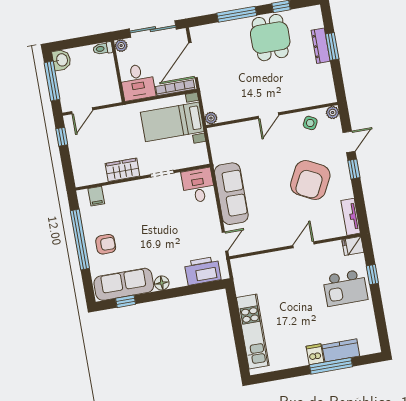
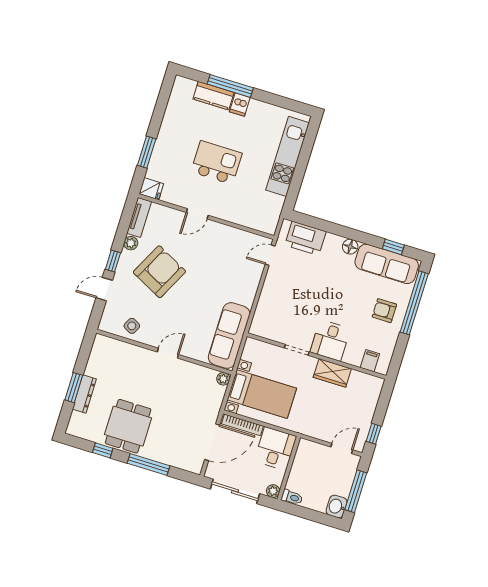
plant: (333, 112) -> (131, 243), moved
desk: (198, 185) -> (330, 340), moved
sofa: (231, 194) -> (229, 336), moved
window: (80, 240) -> (414, 303), moved
window: (372, 275) -> (147, 152), width x1.50
kitchen island: (345, 288) -> (216, 163), moved

